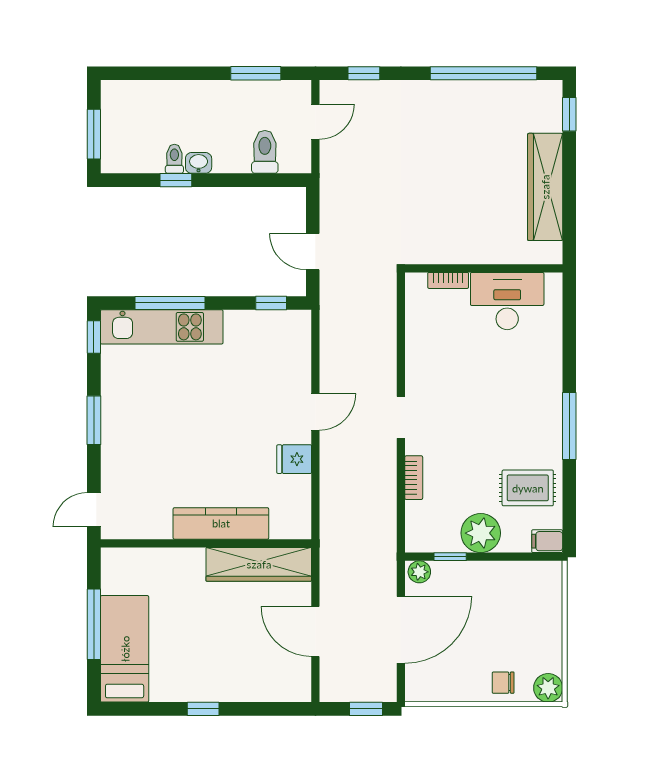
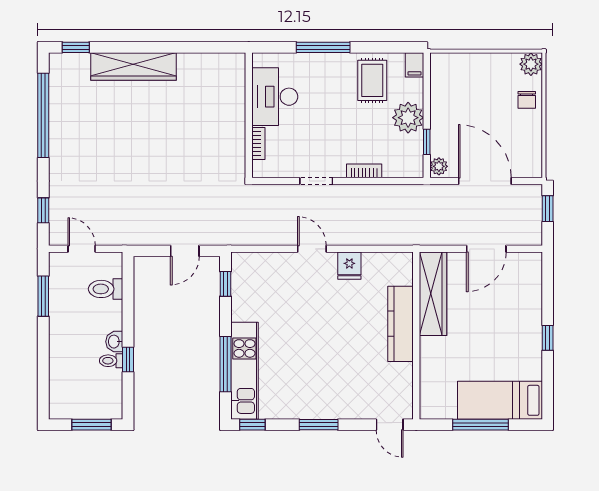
wall: (484, 268) -> (249, 115), moved
bookcase: (448, 280) -> (258, 144), moved
desk: (507, 301) -> (275, 97), moved

